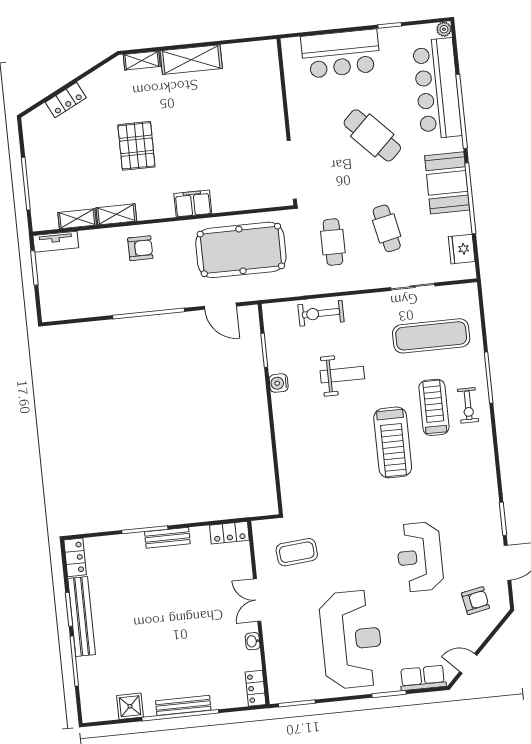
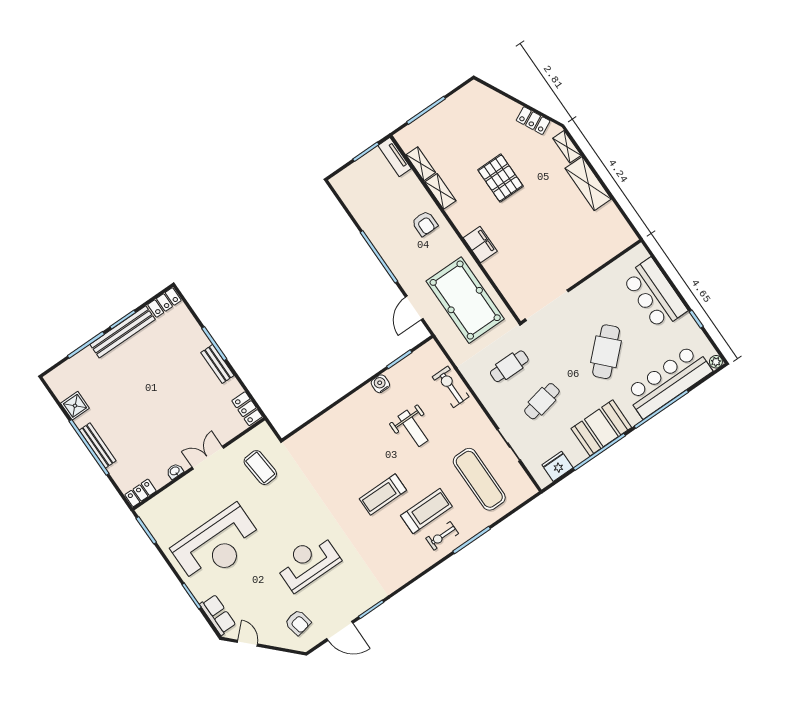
locker: (66, 100) -> (533, 121), moved
pallet: (136, 146) -> (500, 178), turned 90
treadmill: (393, 442) -> (383, 494), width x0.73, depth x0.73

